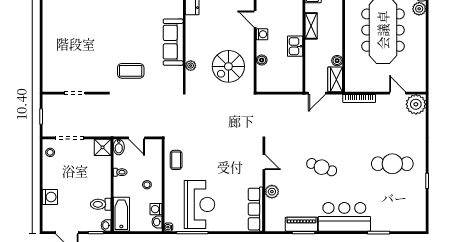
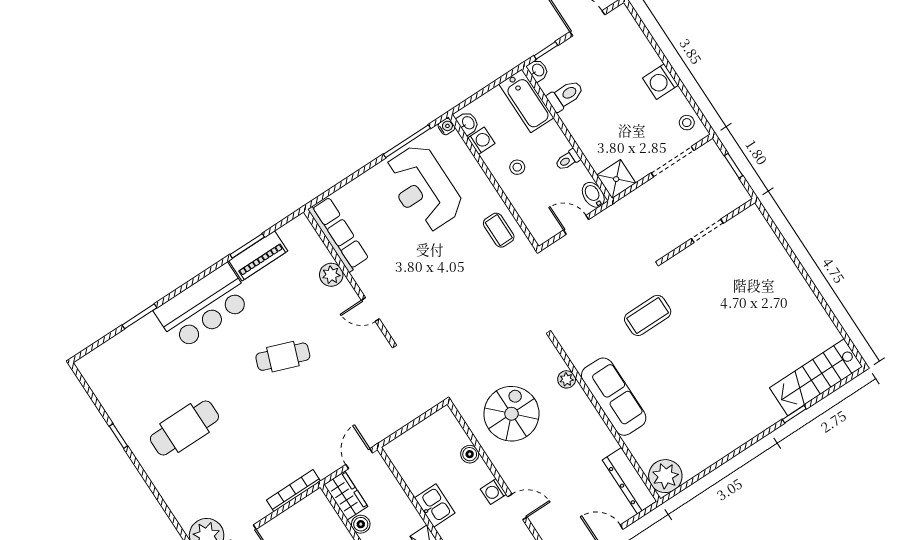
washing machine: (50, 197) -> (660, 82), moved

